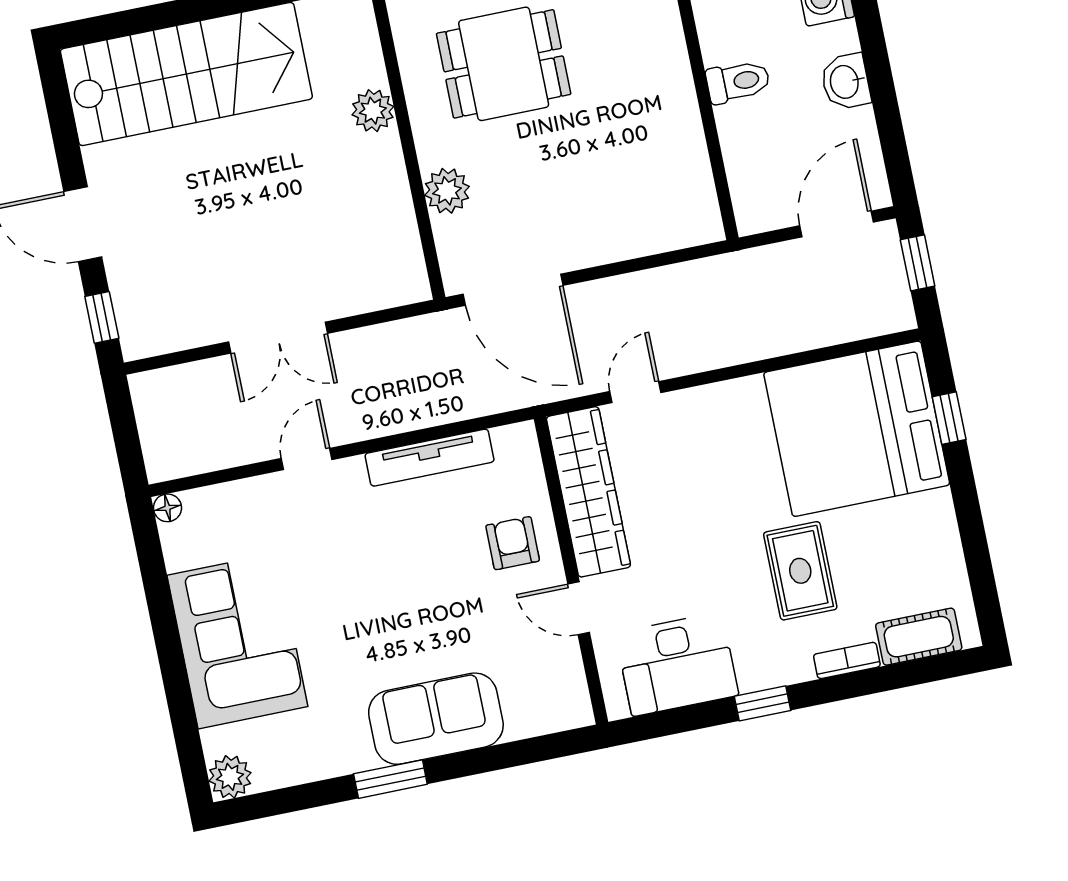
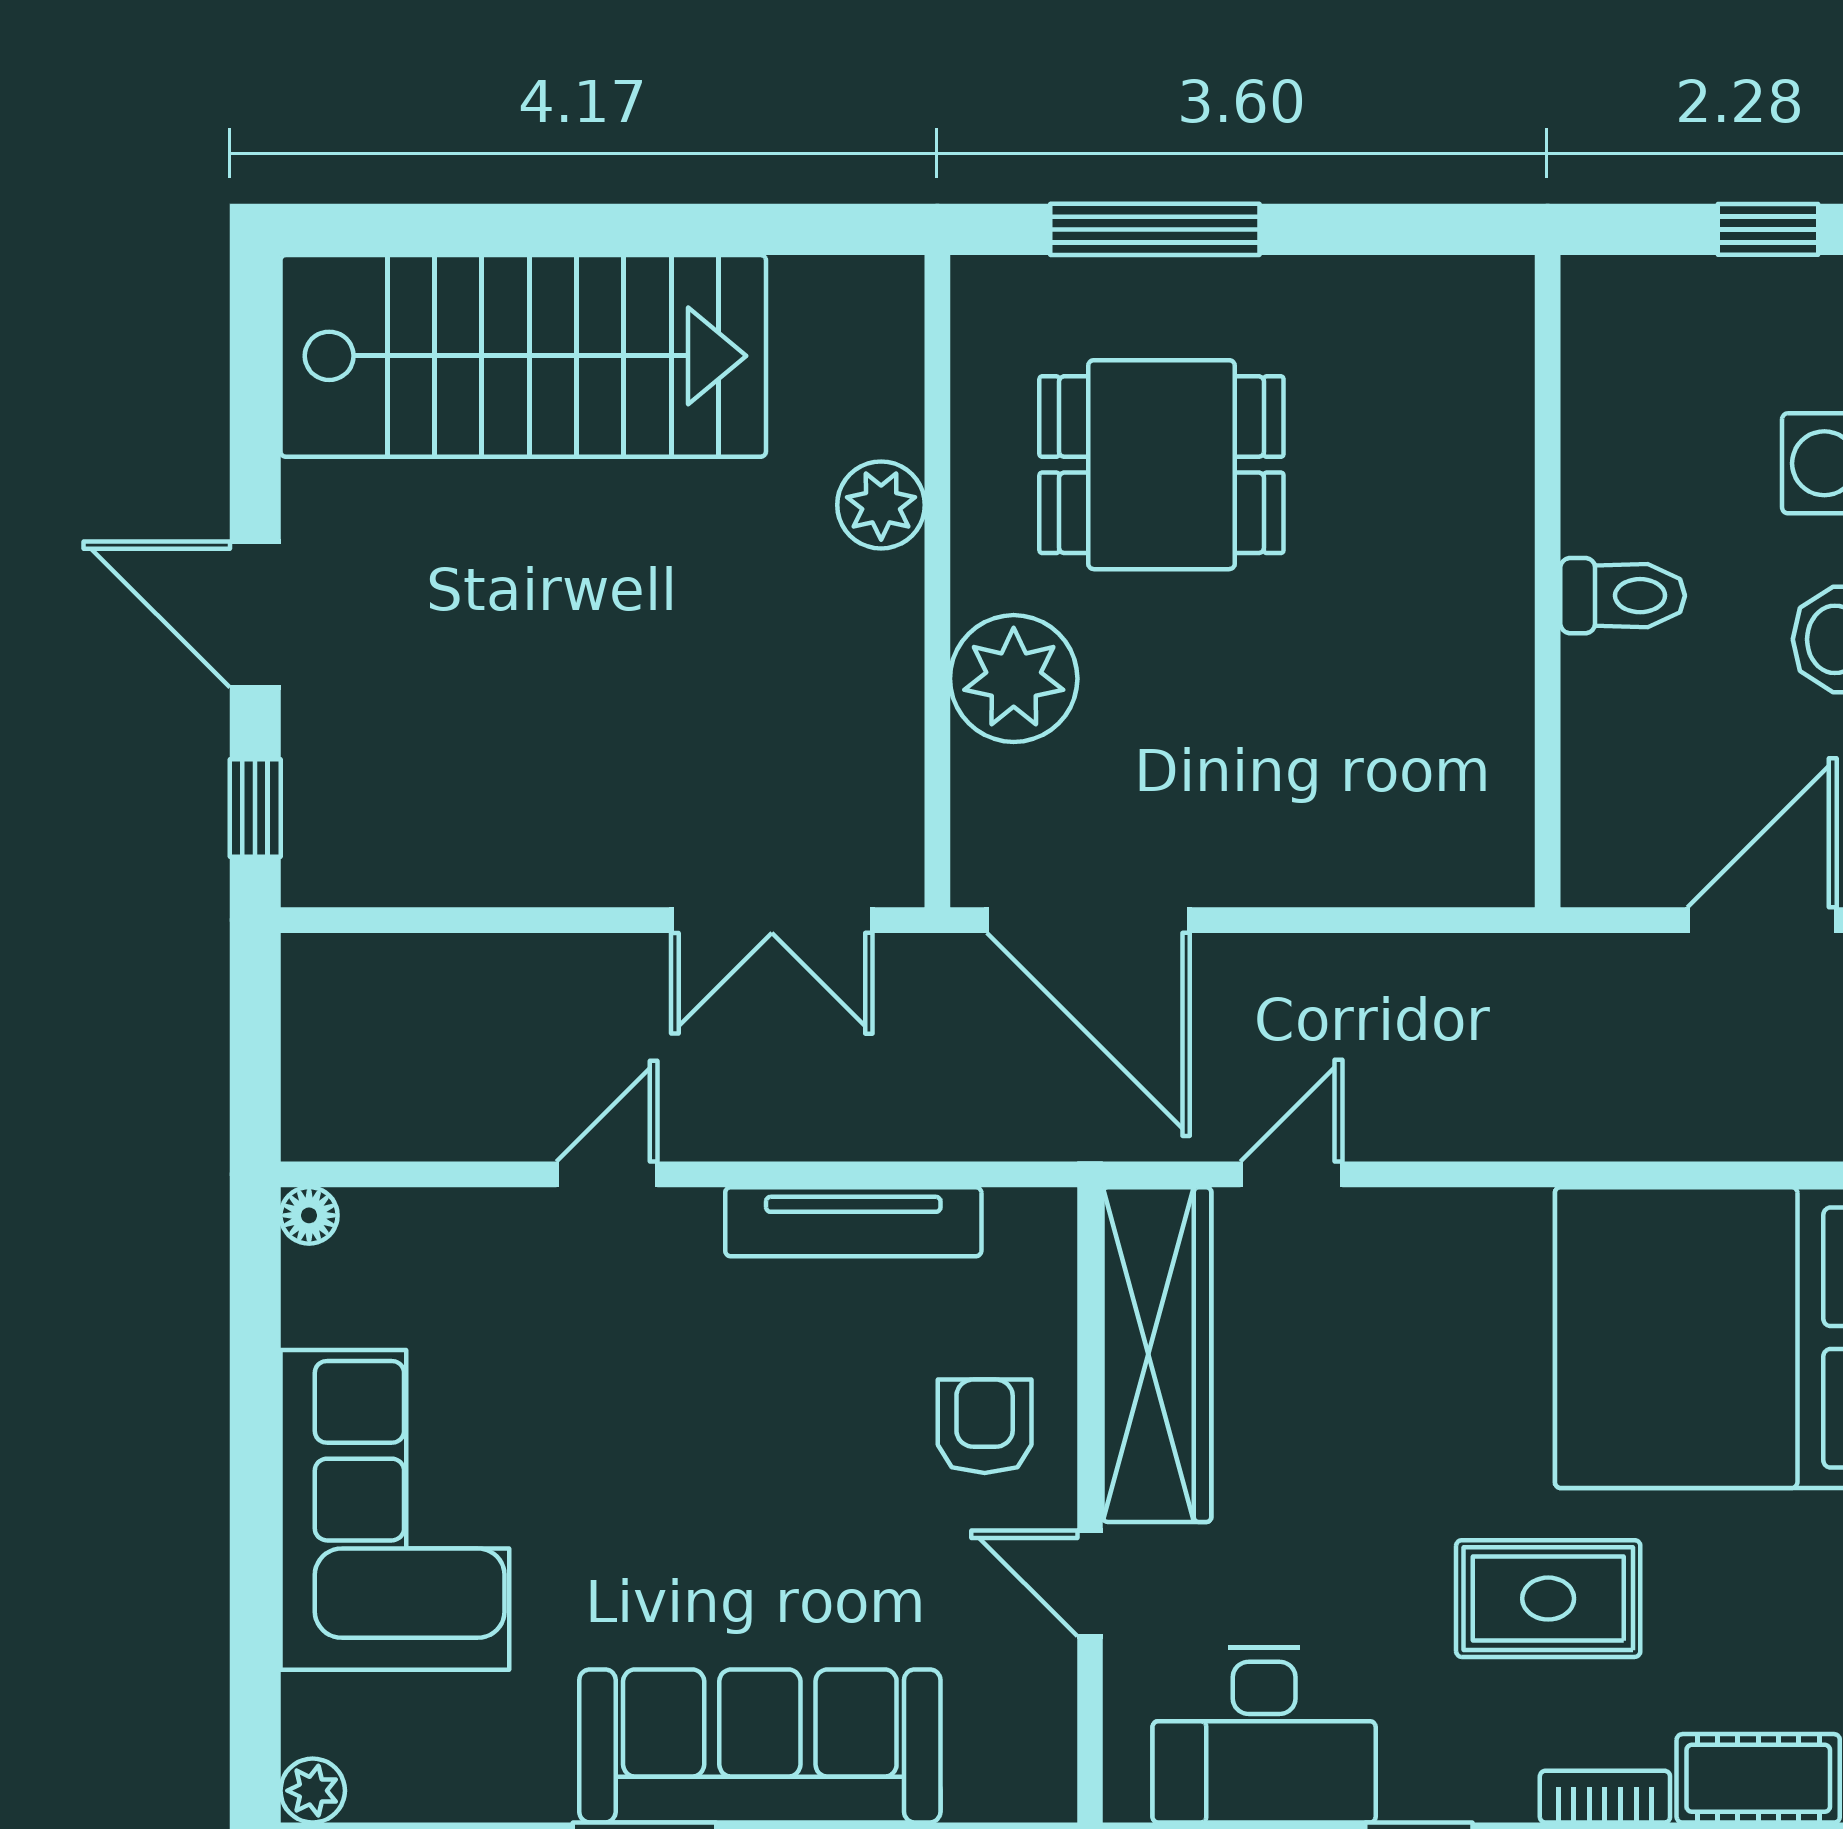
plant: (447, 191) -> (1014, 679), width x1.36, depth x1.36
double door: (278, 338) -> (772, 920), moved
rug: (800, 571) -> (1548, 1599), turned 90
sofa: (436, 719) -> (760, 1746), width x1.36
plant: (230, 777) -> (313, 1791), width x0.73, depth x0.73

